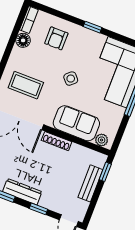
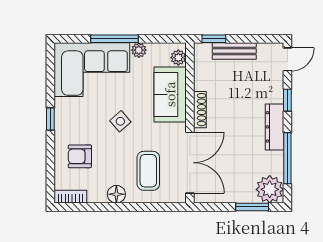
armchair: (56, 38) -> (80, 156), turned 180
floor lamp: (23, 40) -> (116, 194), moved
plant: (118, 113) -> (139, 50), added

